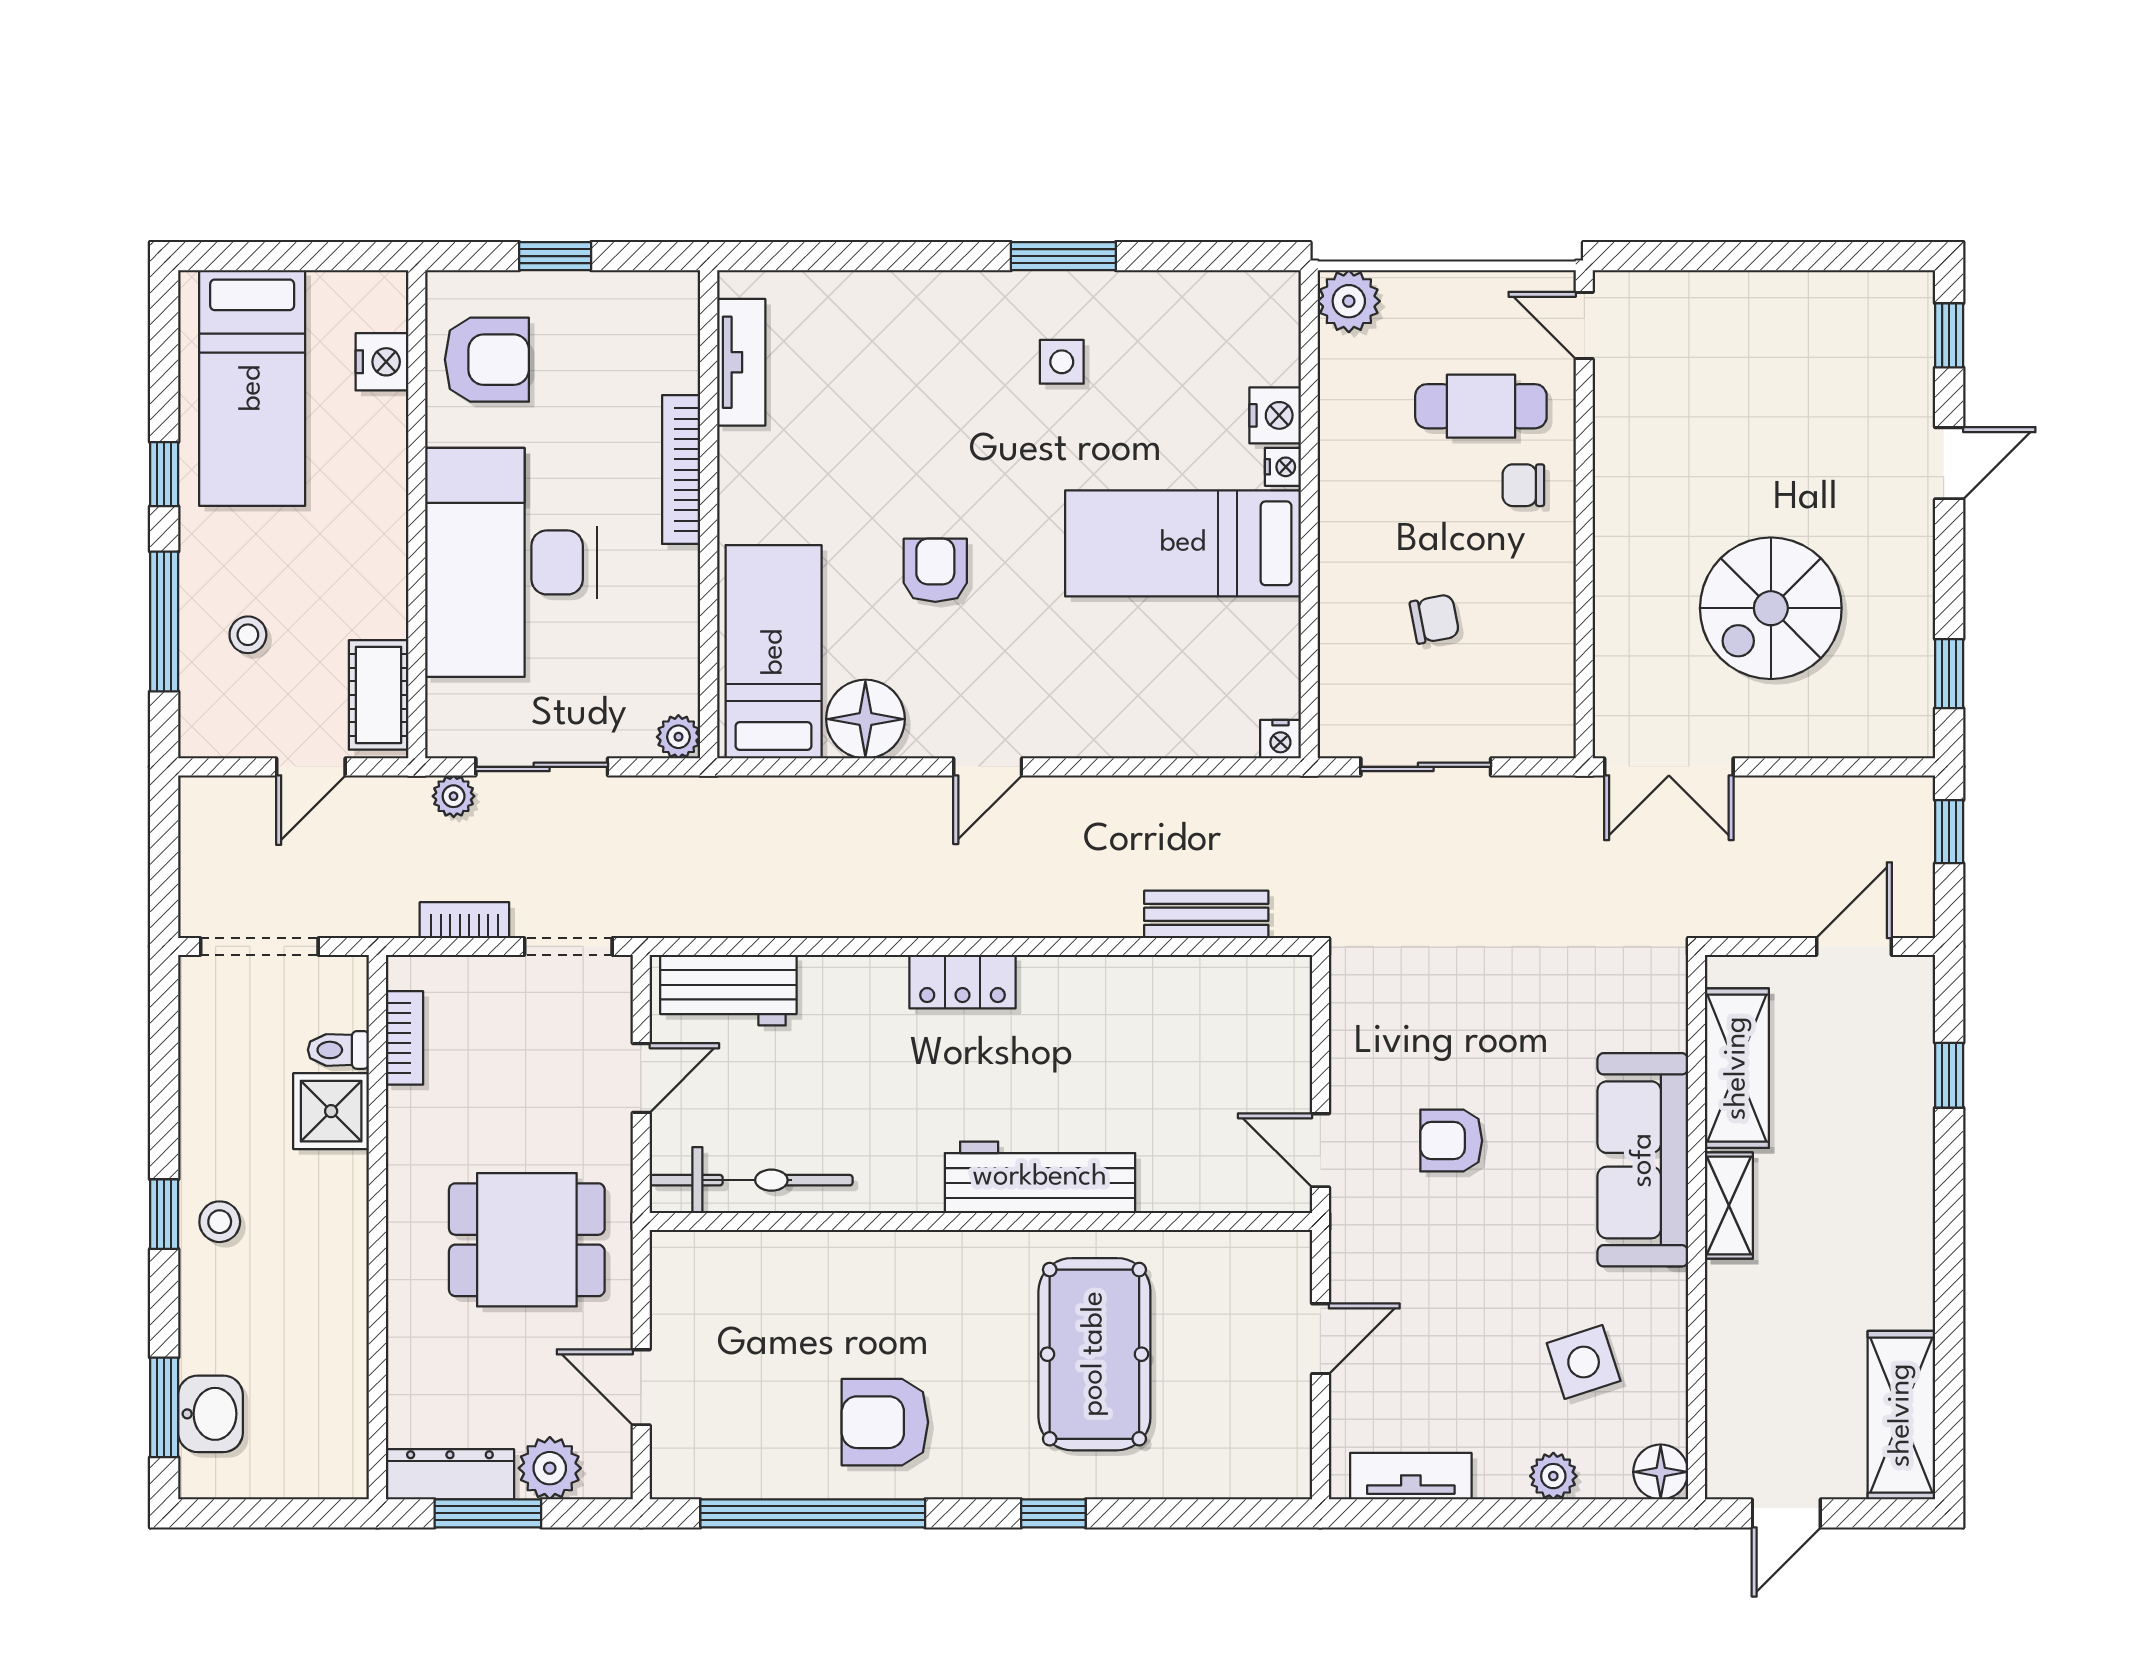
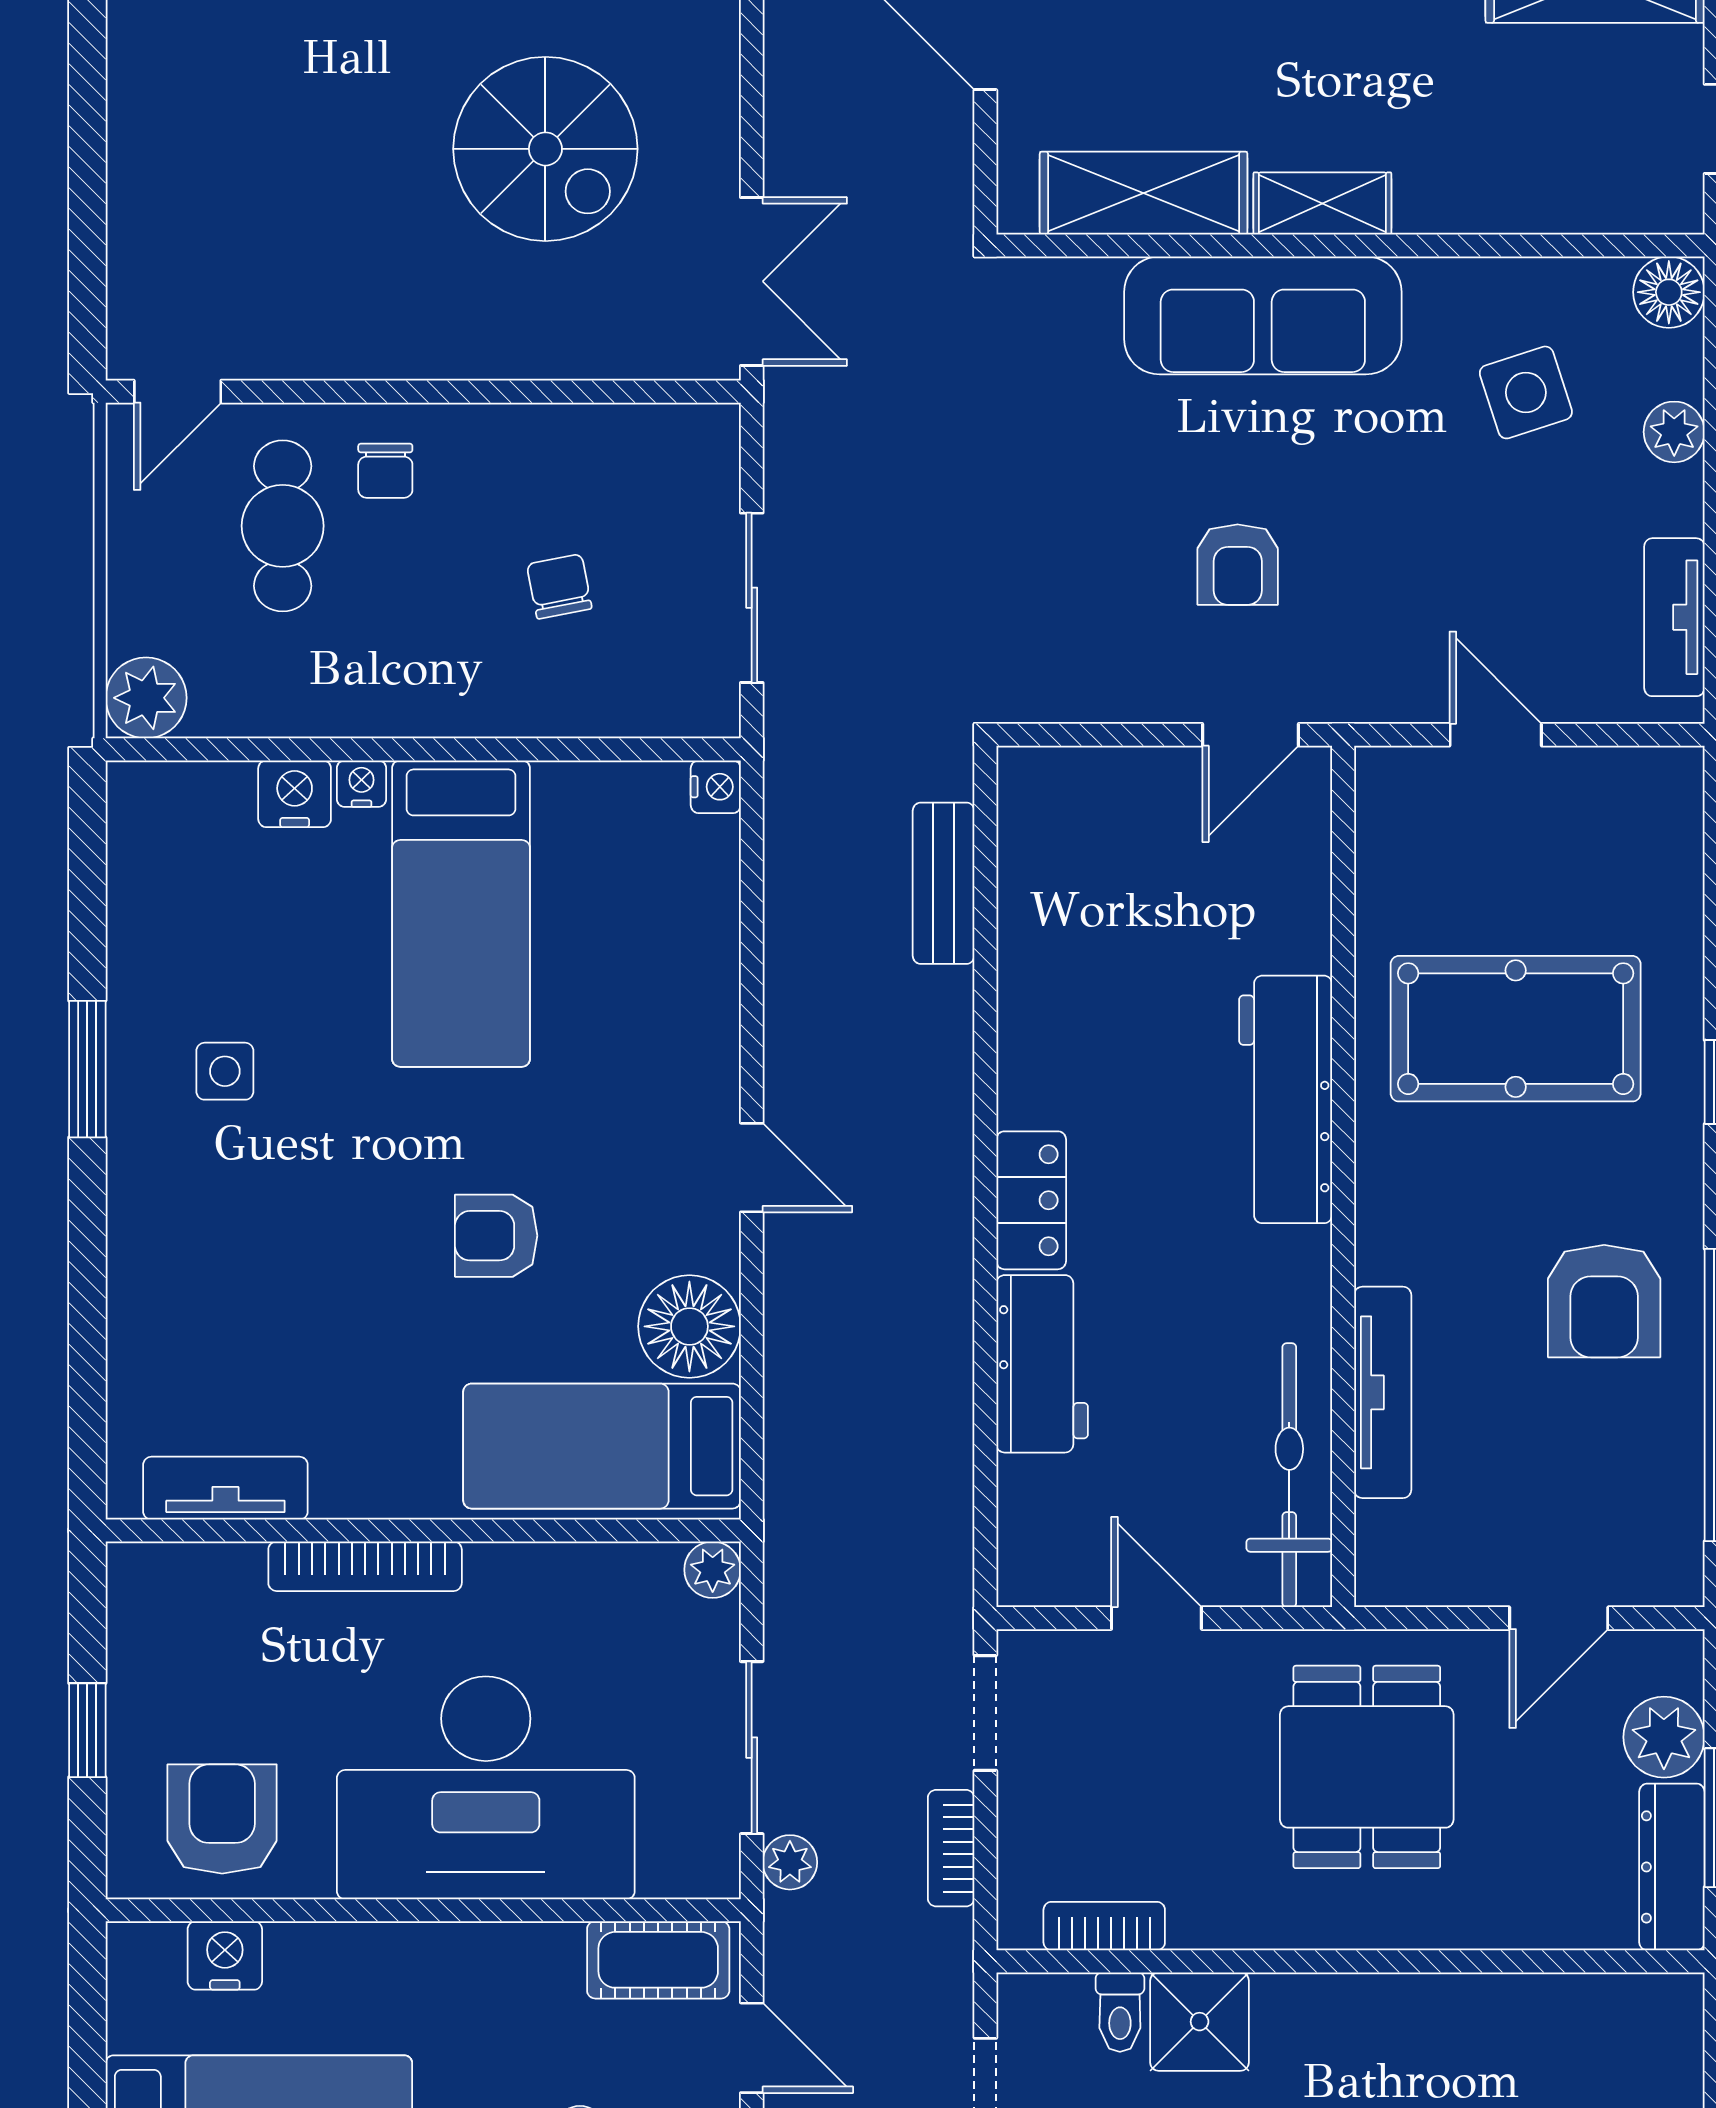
workbench: (728, 990) -> (1042, 1364), moved
tv unit: (815, 1252) -> (1383, 1392), added

